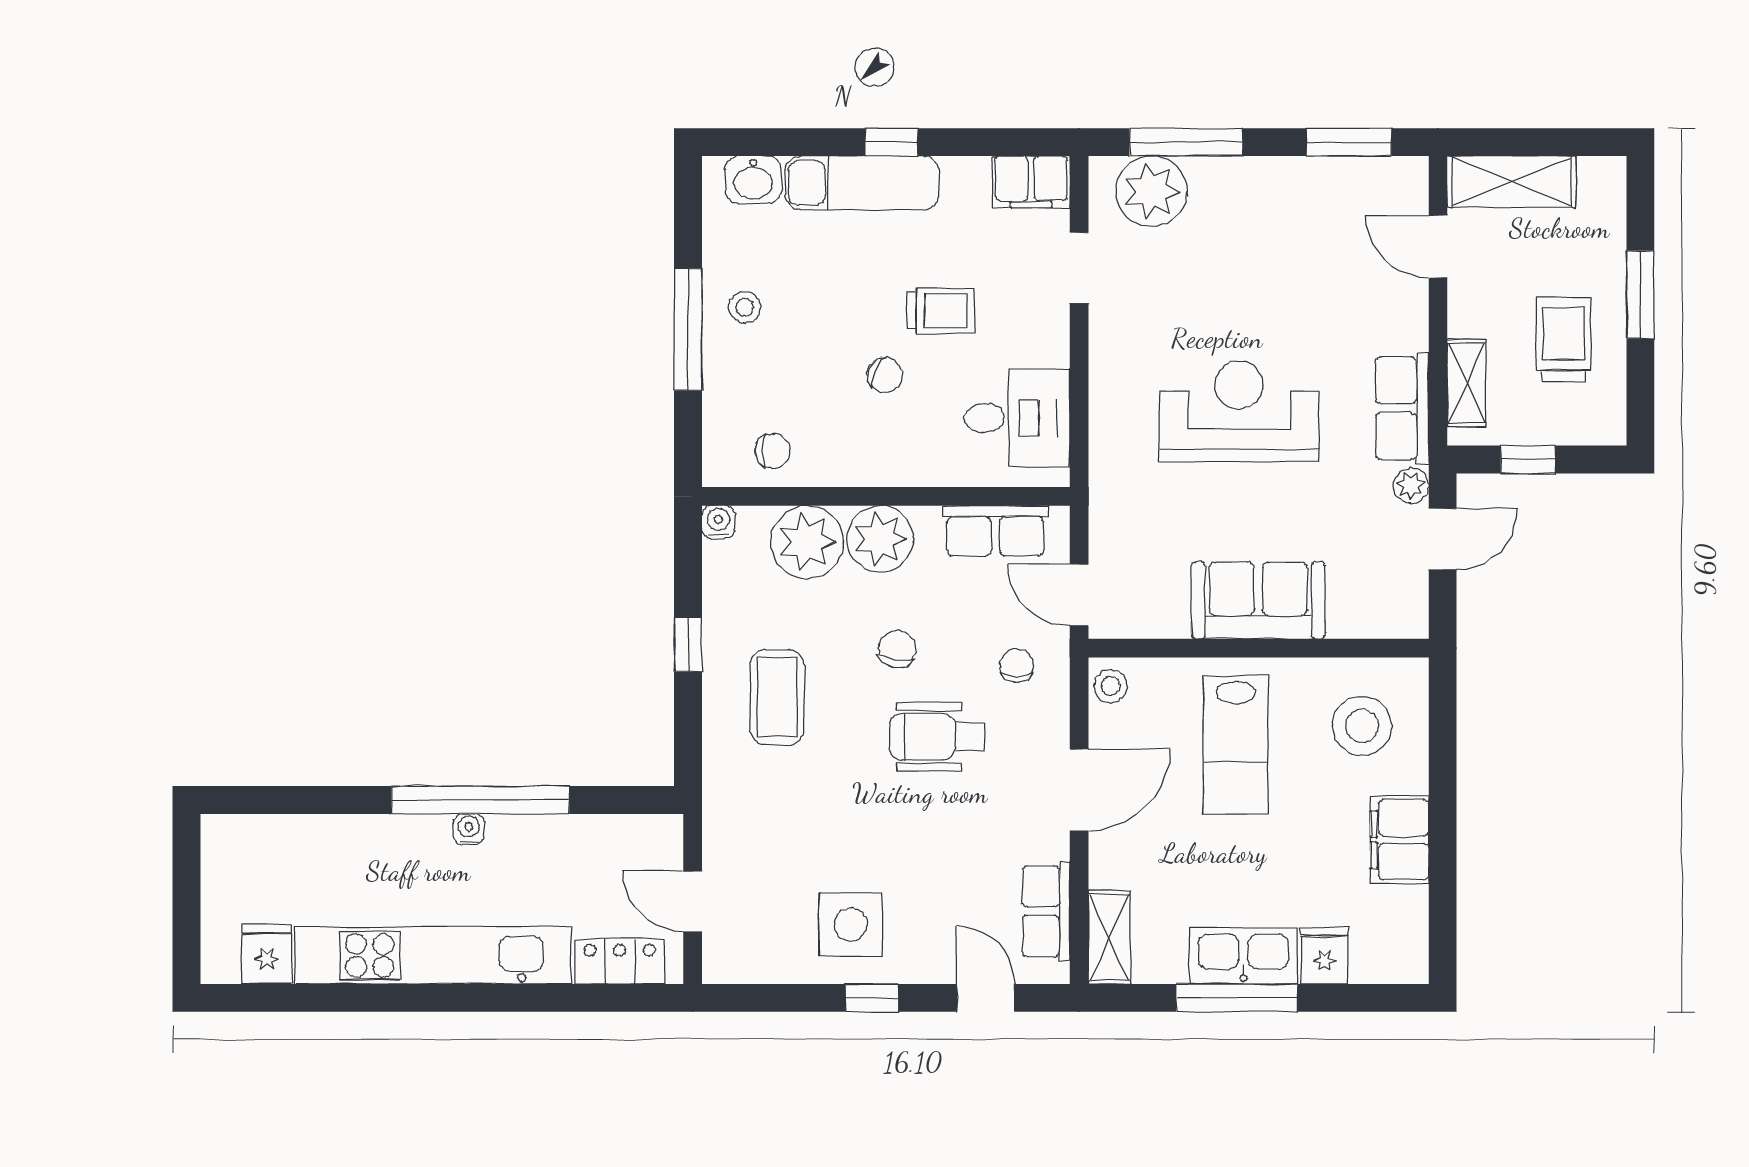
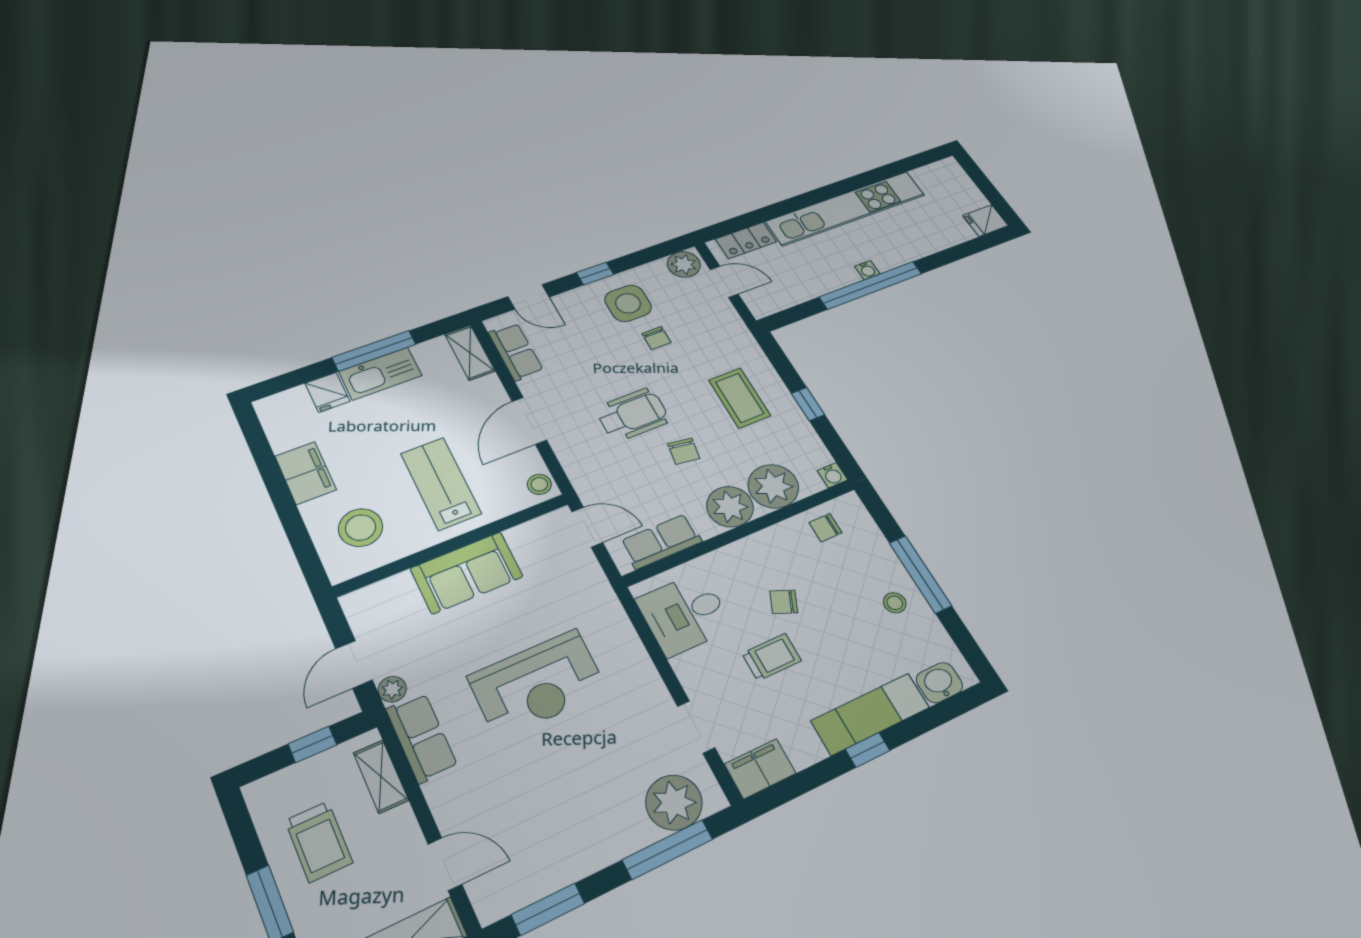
trolley: (941, 311) -> (772, 657), turned 180
chair: (1017, 666) -> (656, 338), moved
fridge: (267, 954) -> (985, 221), moved, turned 90
plant: (735, 958) -> (684, 264), added

